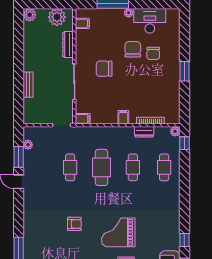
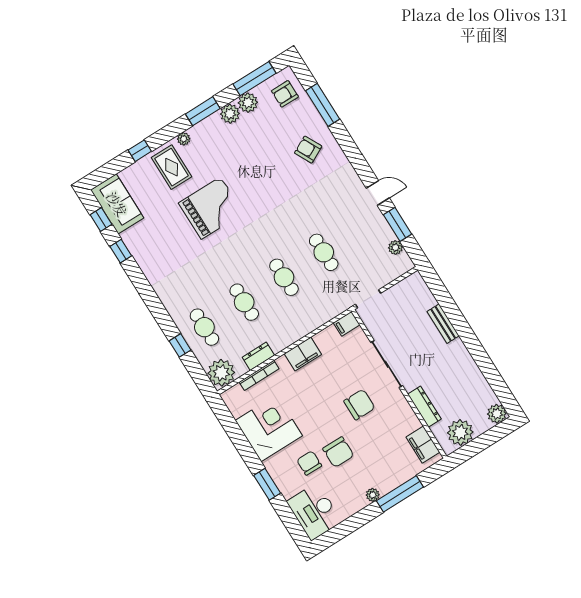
desk: (150, 21) -> (314, 512), moved, turned 90
filing cabinet: (82, 23) -> (423, 445), width x2.00
window: (184, 71) -> (267, 484), moved
corner desk: (164, 88) -> (269, 428), added
filing cabinet: (123, 117) -> (303, 354), width x2.00
plant: (175, 131) -> (221, 373), width x1.88, depth x1.88
window: (184, 143) -> (180, 345), moved
cafe table: (102, 167) -> (284, 277), width x0.73, depth x0.74
armchair: (74, 224) -> (308, 150), moved, turned 63

